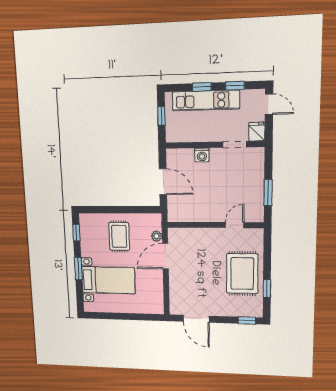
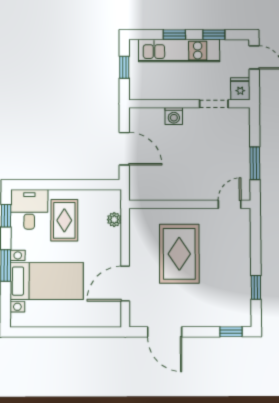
door: (235, 225) -> (230, 204), moved
desk: (93, 228) -> (29, 209), added
door: (165, 256) -> (125, 284), moved
rug: (242, 274) -> (179, 254), moved

